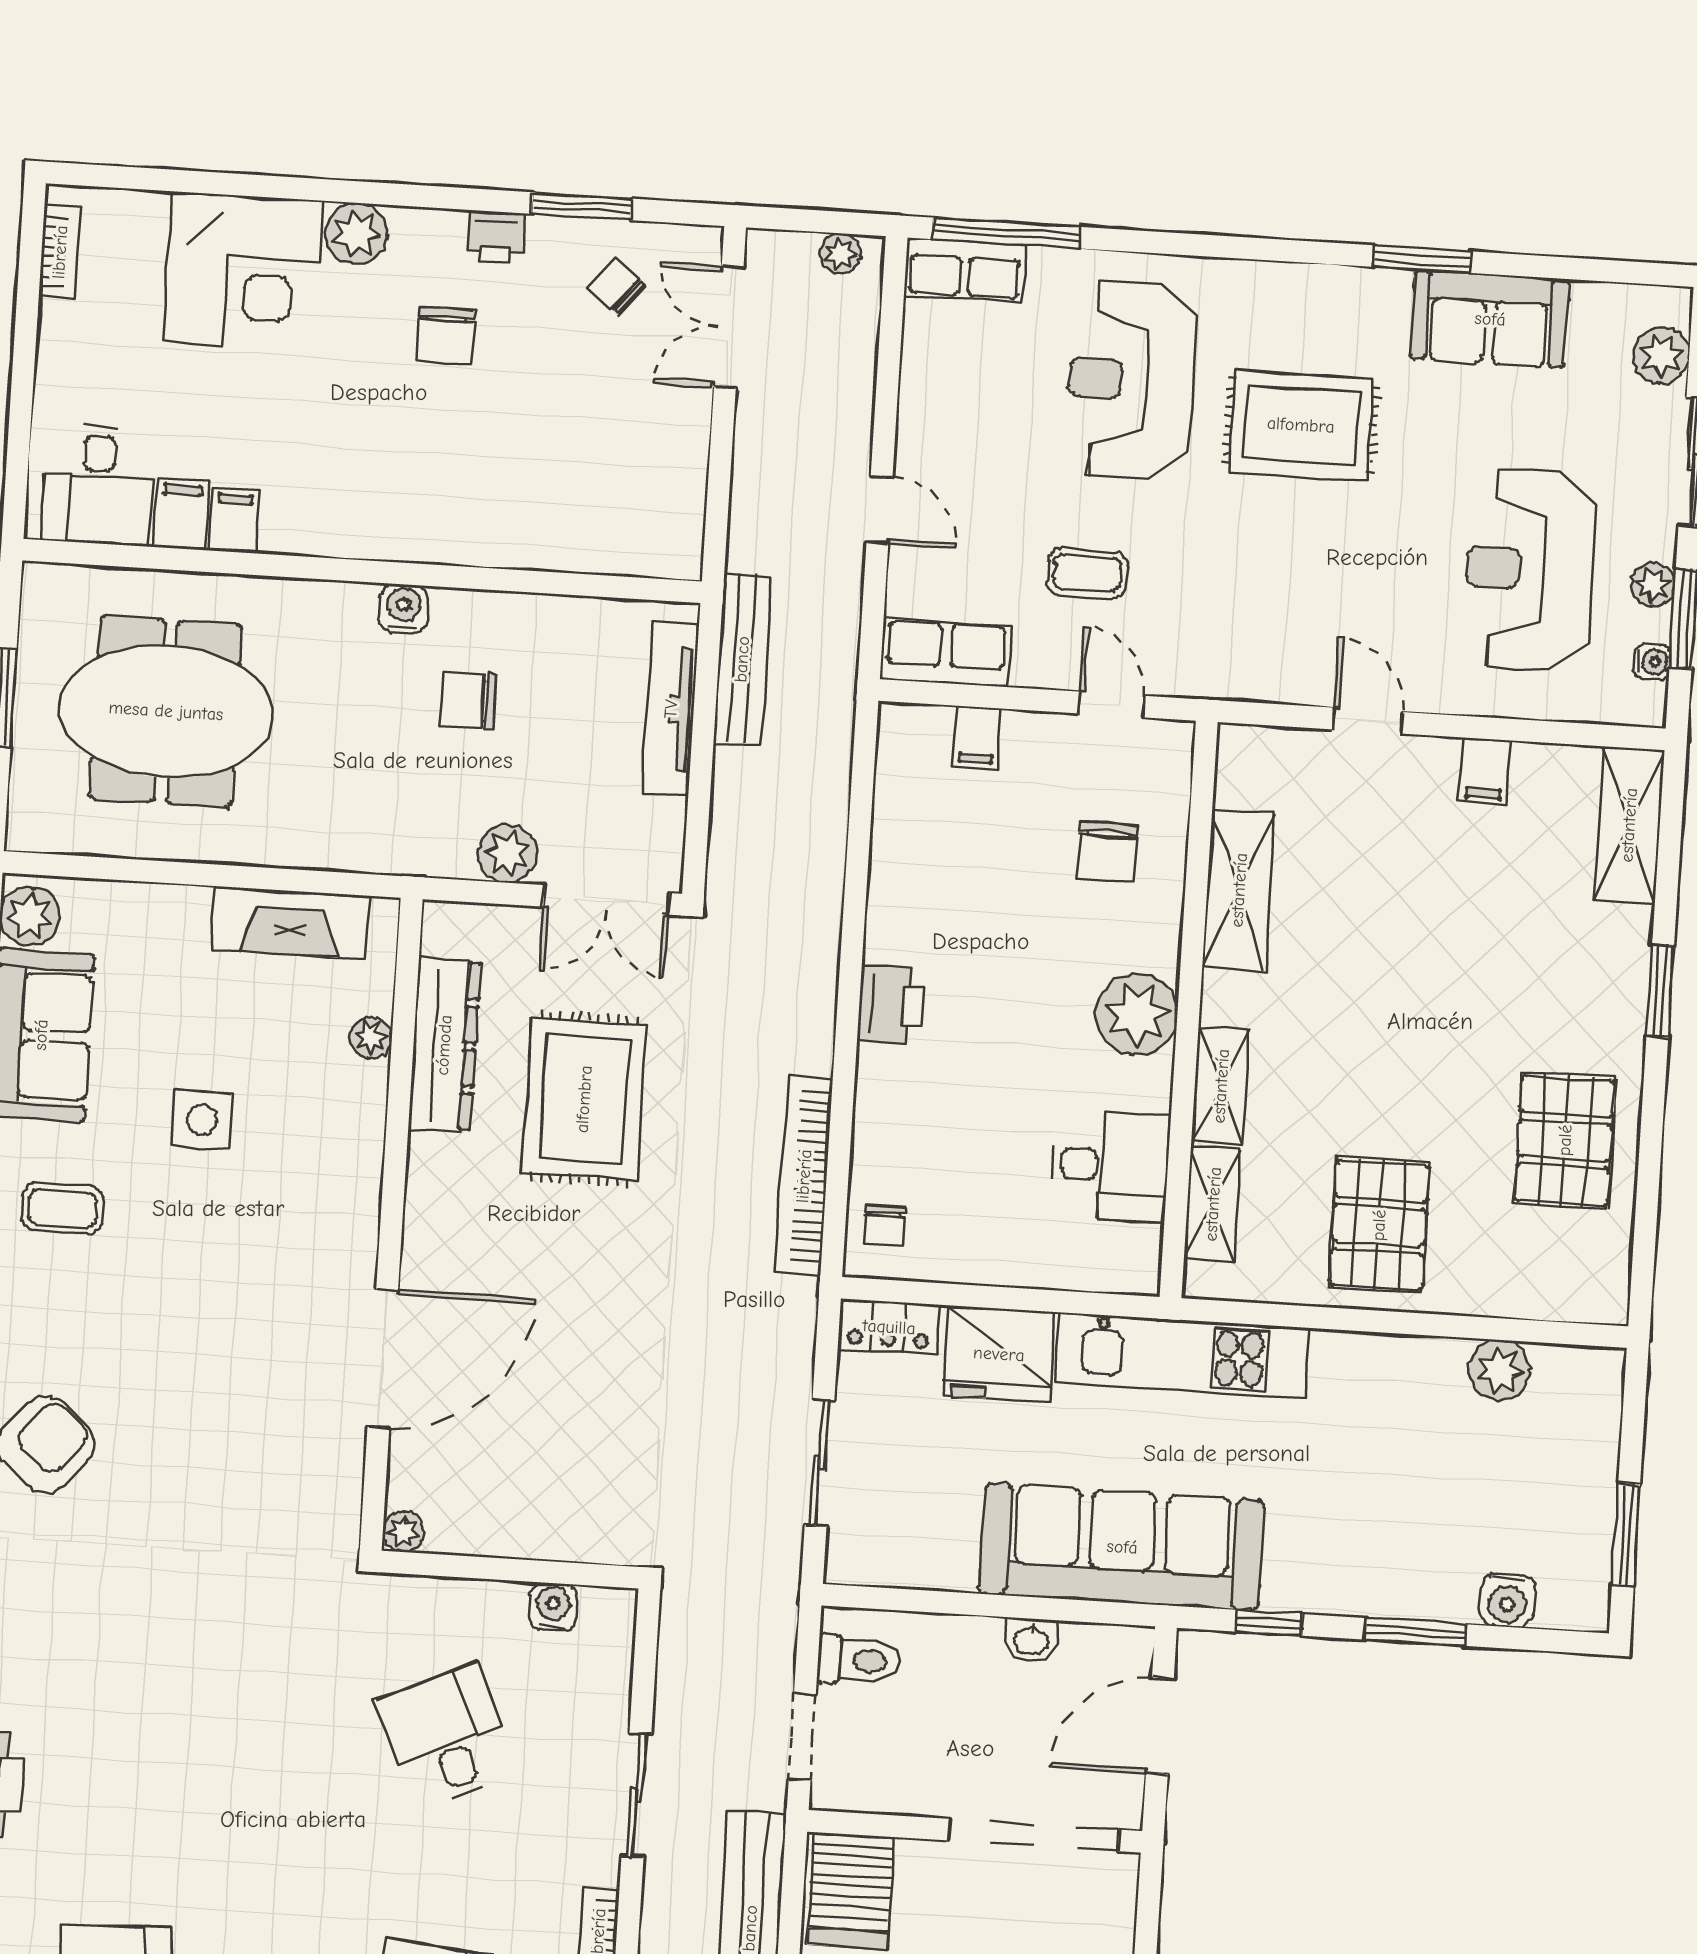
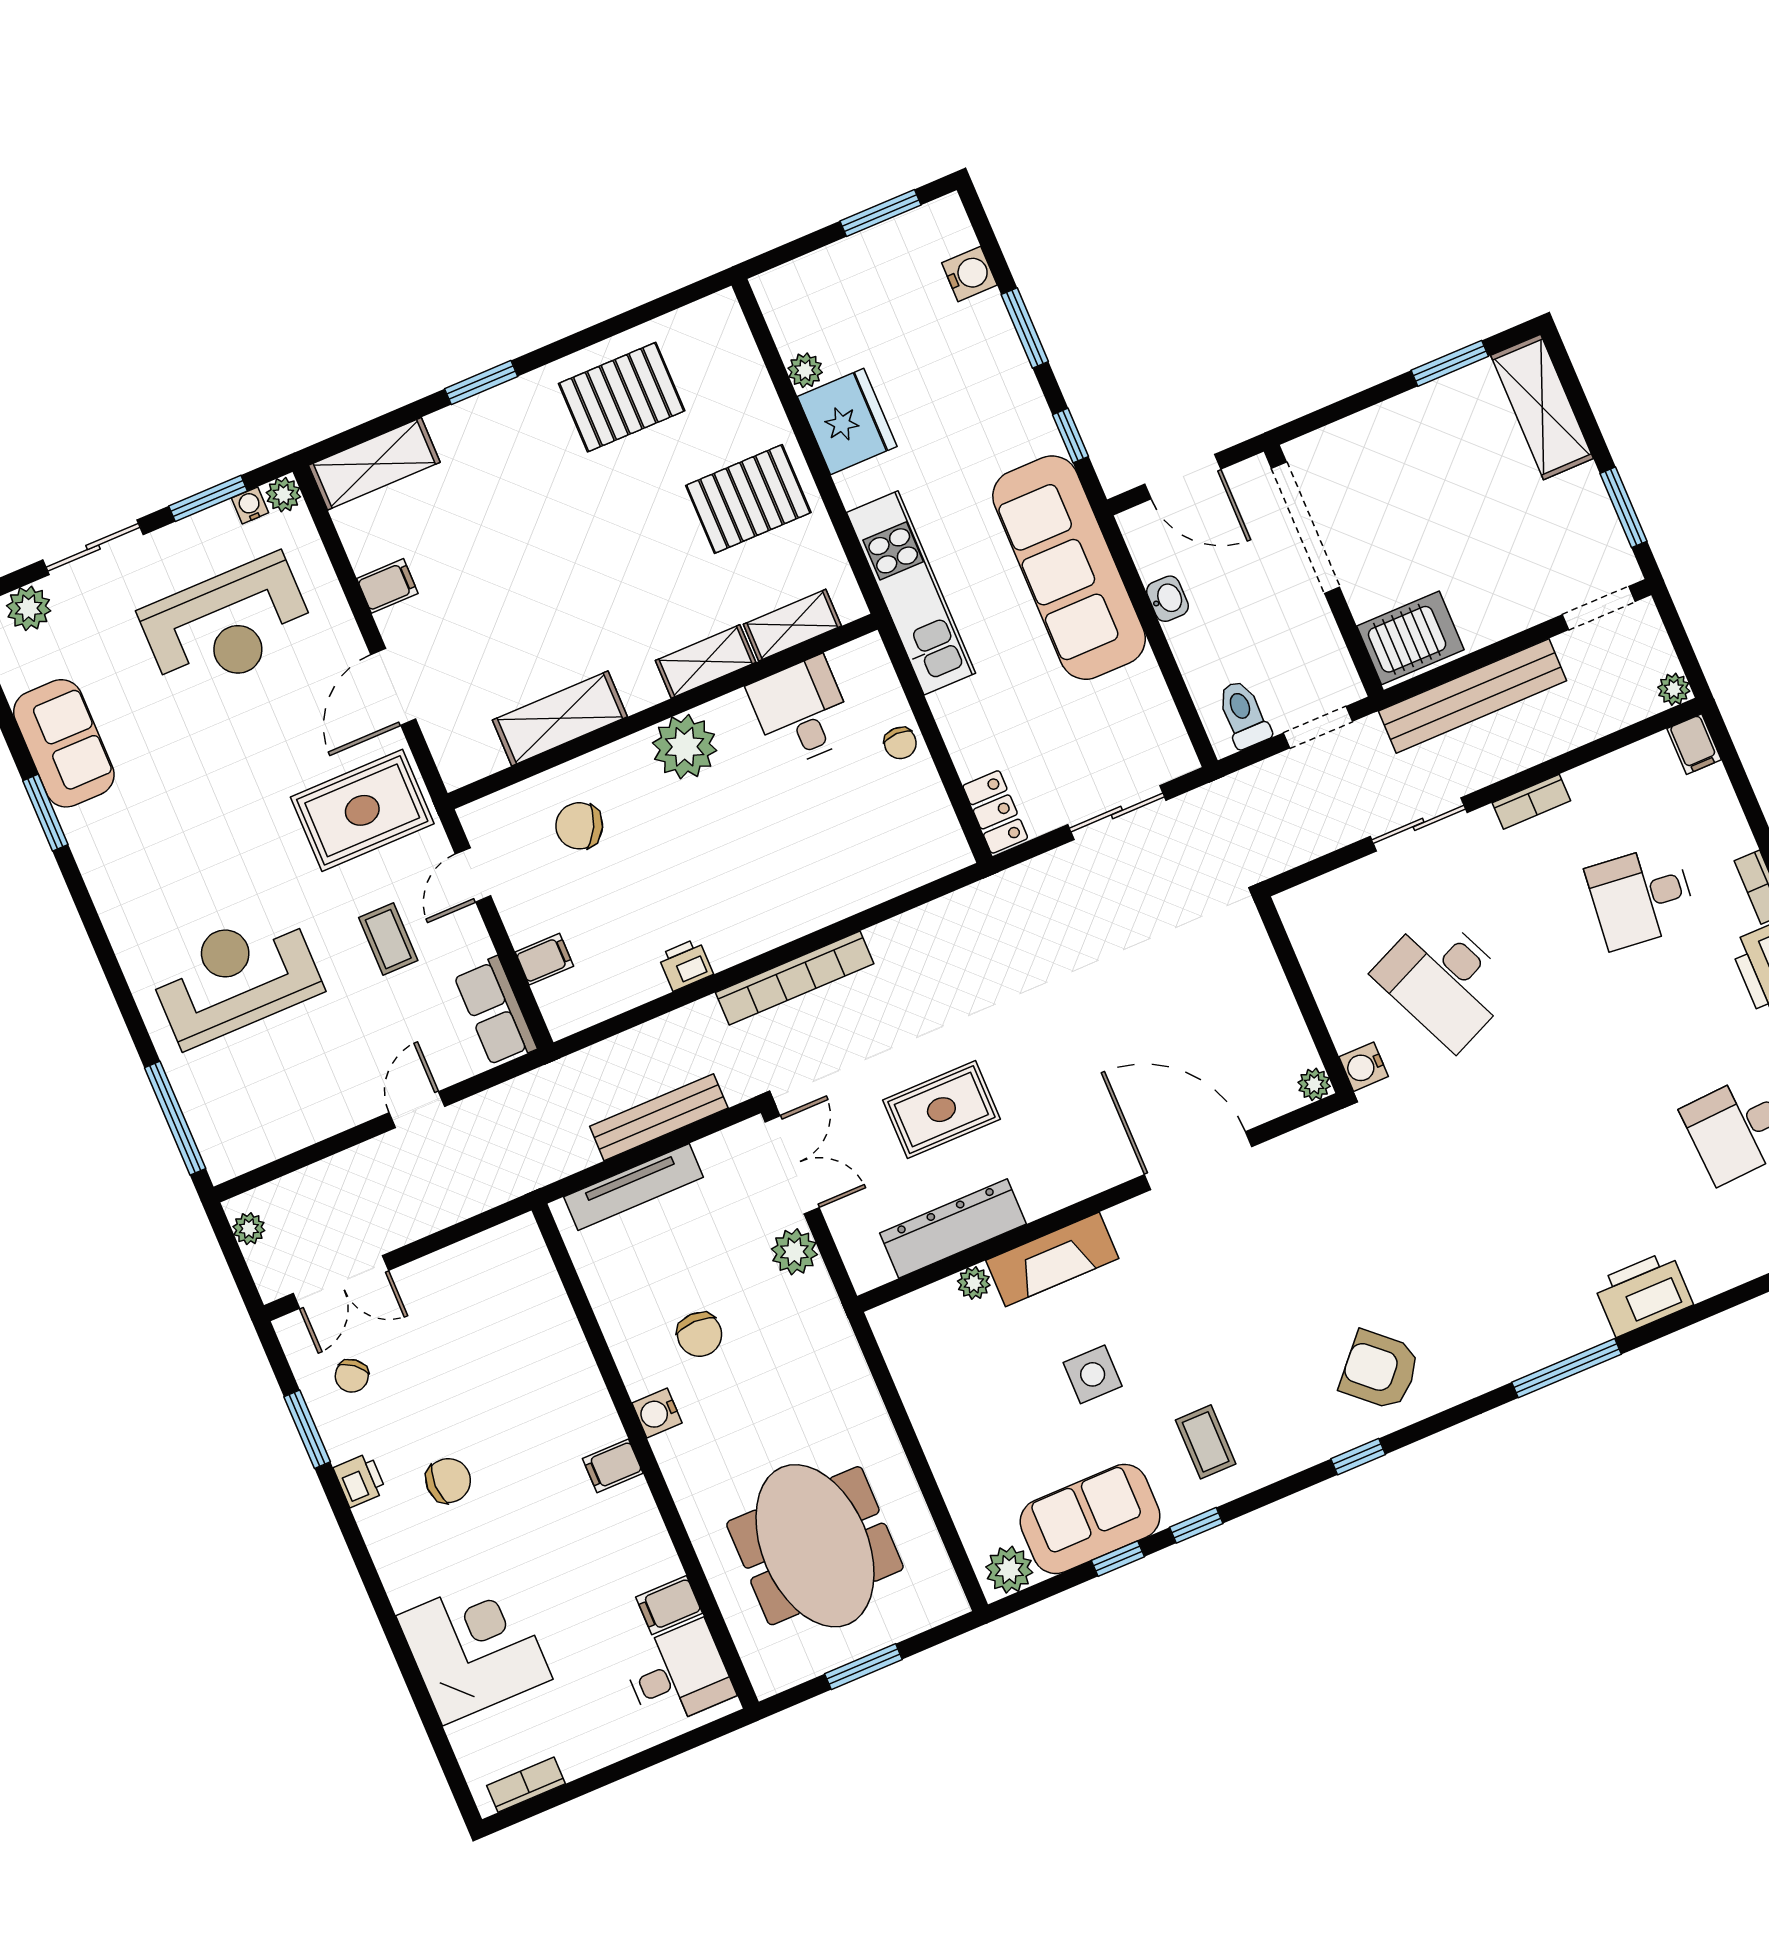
plant: (356, 234) -> (407, 1580), removed
row of seats: (965, 270) -> (216, 1134), removed
reception desk: (1131, 380) -> (235, 977), turned 180
rug: (1301, 425) -> (362, 810), moved, turned 90
filing cabinet: (234, 521) -> (613, 1466), moved
plant: (1653, 585) -> (283, 495), moved
bench: (742, 659) -> (659, 1117), moved
door: (1368, 721) -> (393, 687), width x1.38
chair: (1107, 851) -> (579, 826), turned -153
fireplace: (290, 923) -> (1052, 1259), moved, turned 90
printer: (890, 1005) -> (686, 965), moved, width x0.73, depth x0.81
rug: (584, 1099) -> (941, 1110), width x0.73, depth x0.70
bookcase: (804, 1176) -> (795, 978), moved
chair: (884, 1226) -> (900, 743), moved, turned 90
fridge: (999, 1354) -> (847, 422), moved
plant: (1499, 1370) -> (805, 370), width x0.73, depth x0.73
water cooler: (553, 1607) -> (1364, 1067), moved
desk: (447, 1736) -> (1444, 980), width x1.37

